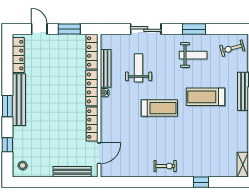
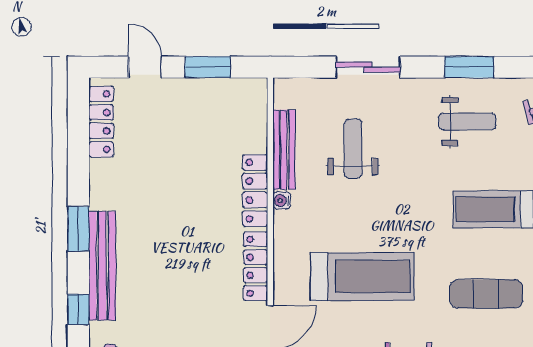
locker: (92, 52) -> (255, 114), removed
bench: (19, 100) -> (102, 266), moved
treadmill: (159, 108) -> (362, 276), moved, width x1.37, depth x1.38
exercise mat: (202, 137) -> (486, 294), added

